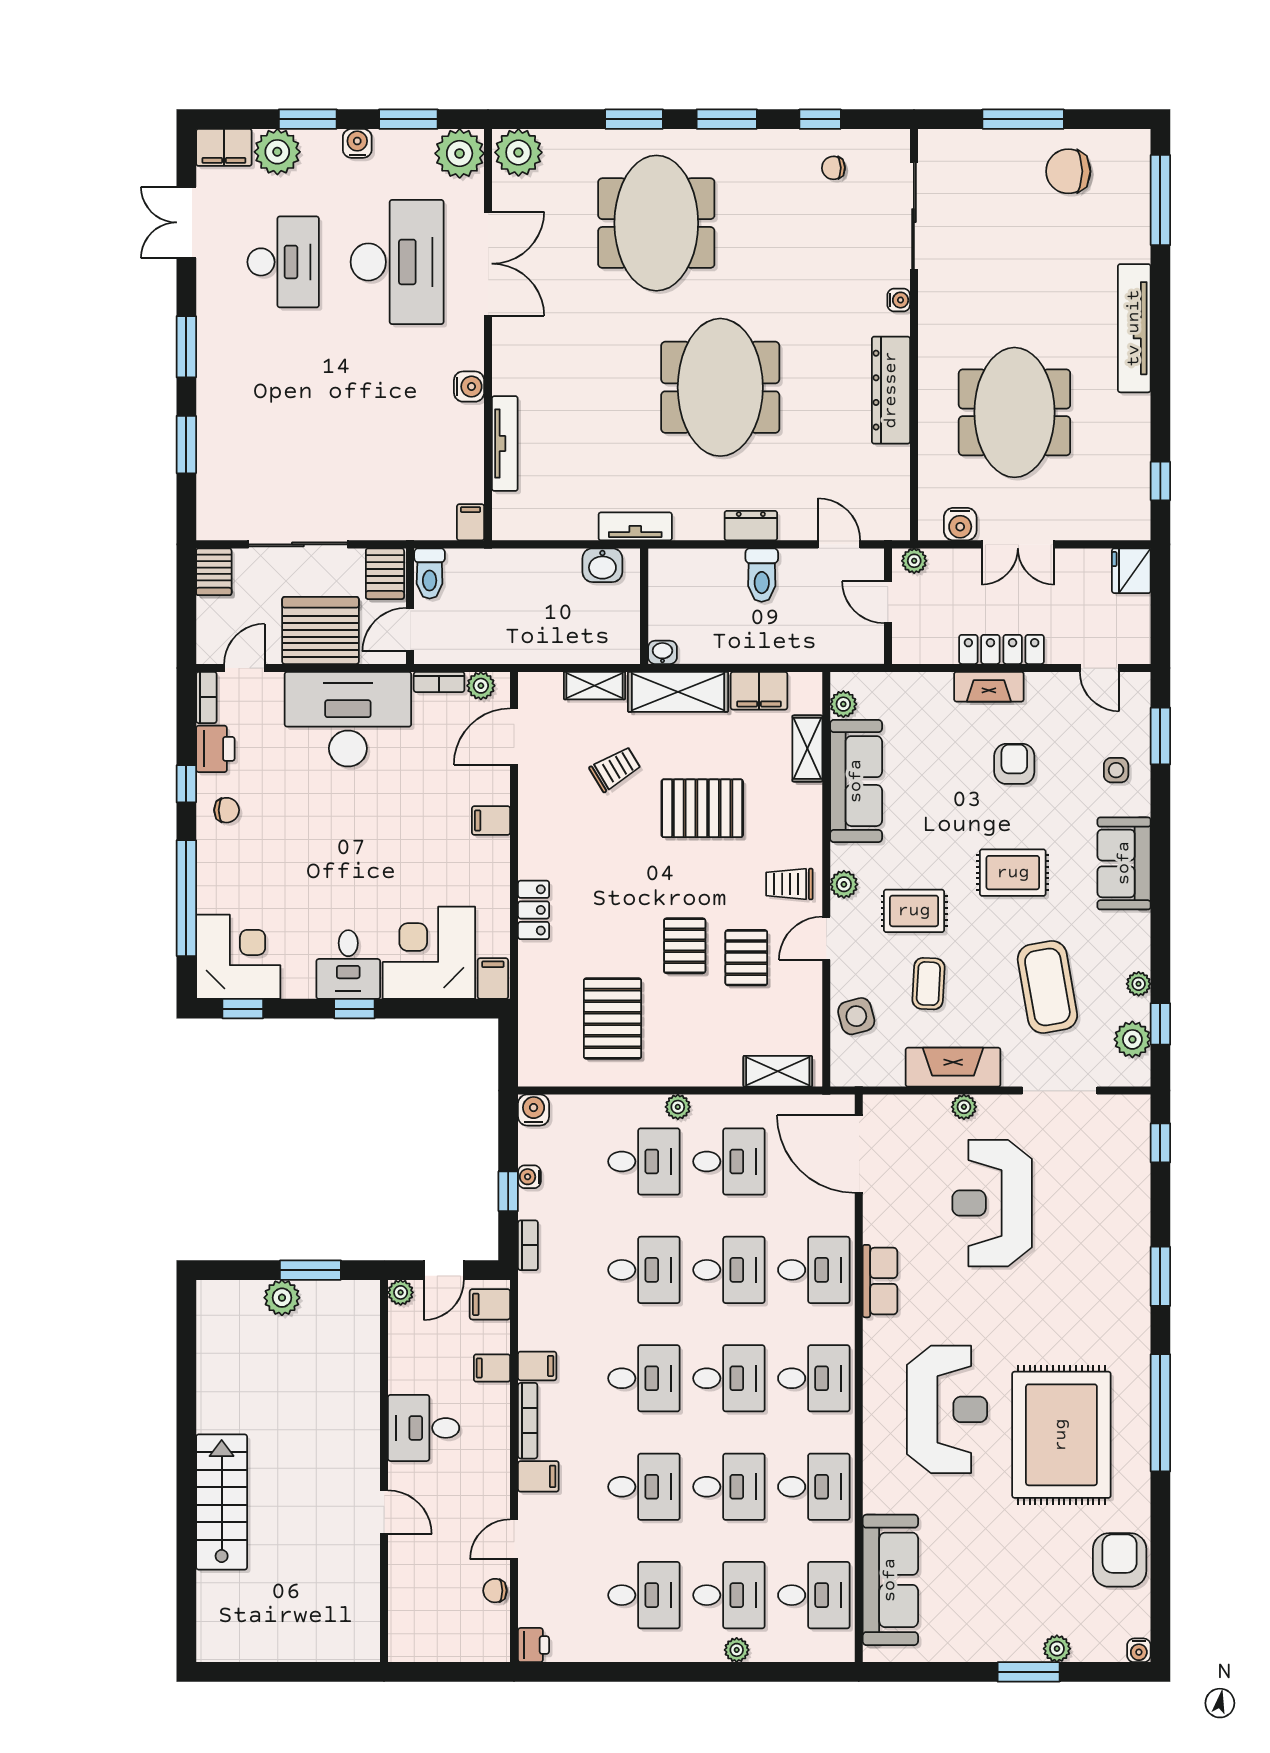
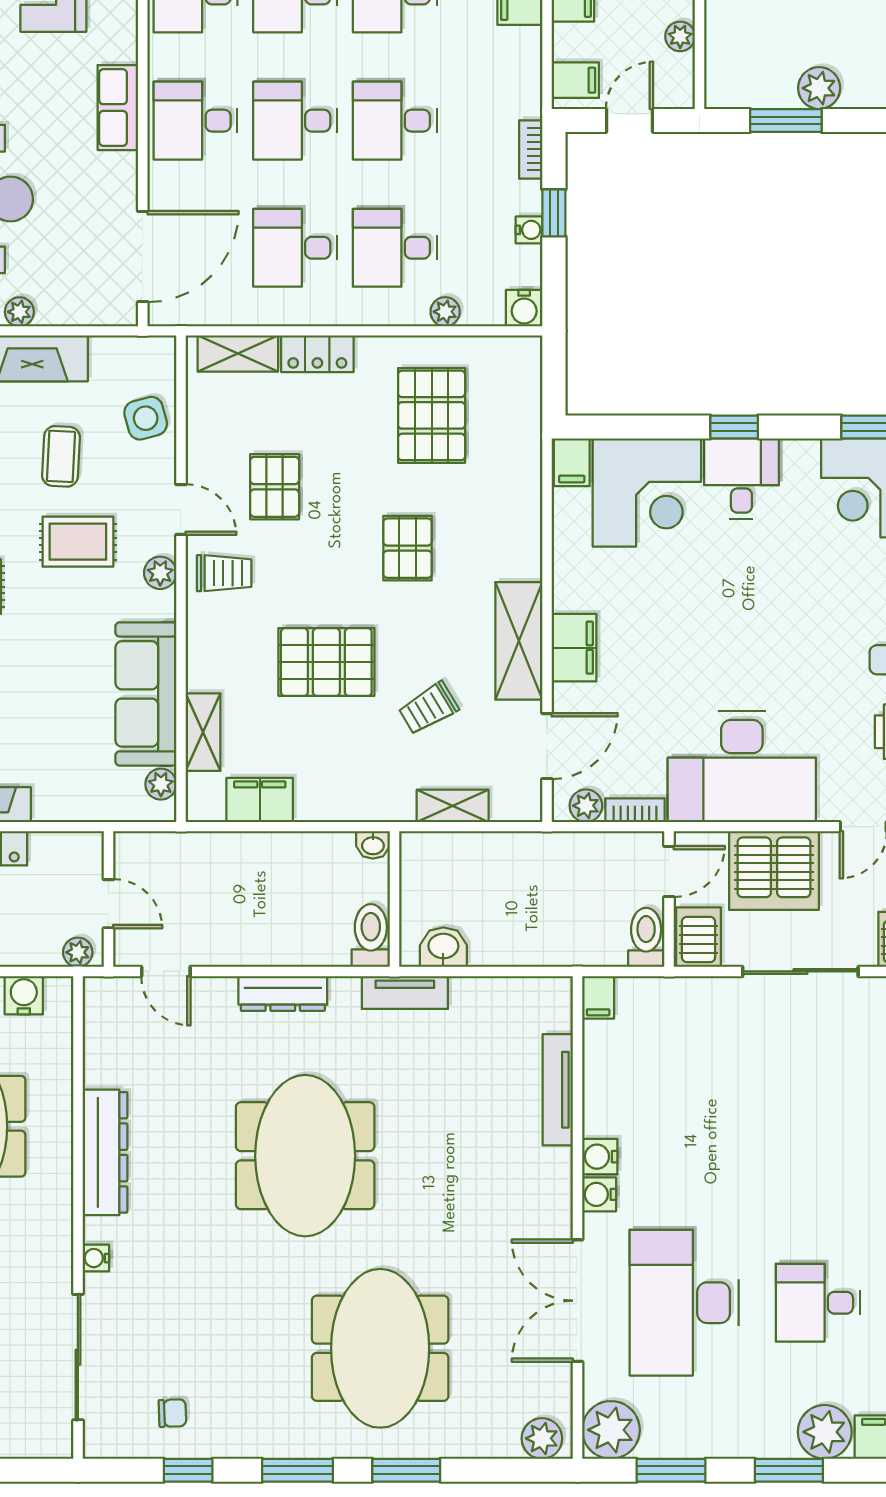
water cooler: (357, 143) -> (599, 1194), moved, turned 90
plant: (518, 152) -> (542, 1438), width x0.73, depth x0.73
desk: (283, 262) -> (818, 1303), width x0.73
dresser: (751, 526) -> (283, 993), width x1.44
toilet: (762, 575) -> (371, 936), moved
shelving: (678, 692) -> (519, 641), moved, turned 90
filing cabinet: (491, 820) -> (574, 648), width x2.00
locker: (534, 910) -> (317, 354), moved, turned -90
door: (826, 938) -> (181, 510), hinge flipped
pallet: (685, 946) -> (407, 548), moved
plant: (678, 1107) -> (445, 312), moved
door: (859, 1154) -> (143, 257), hinge flipped
plant: (401, 1292) -> (680, 36), moved

